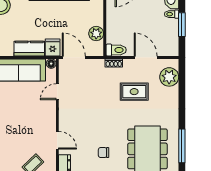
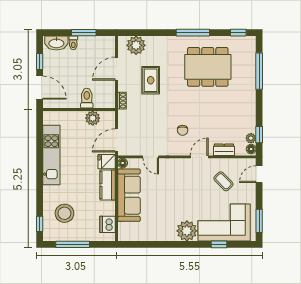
toilet: (116, 50) -> (87, 98), moved
window: (182, 146) -> (193, 33), moved
chair: (104, 153) -> (183, 130), moved

